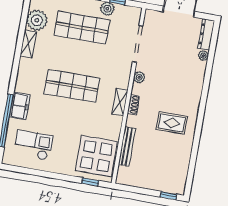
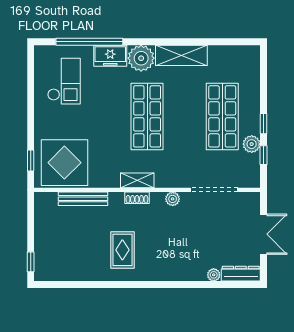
plant: (37, 20) -> (141, 58), moved
shelving: (28, 44) -> (181, 55), width x1.50, depth x1.33

